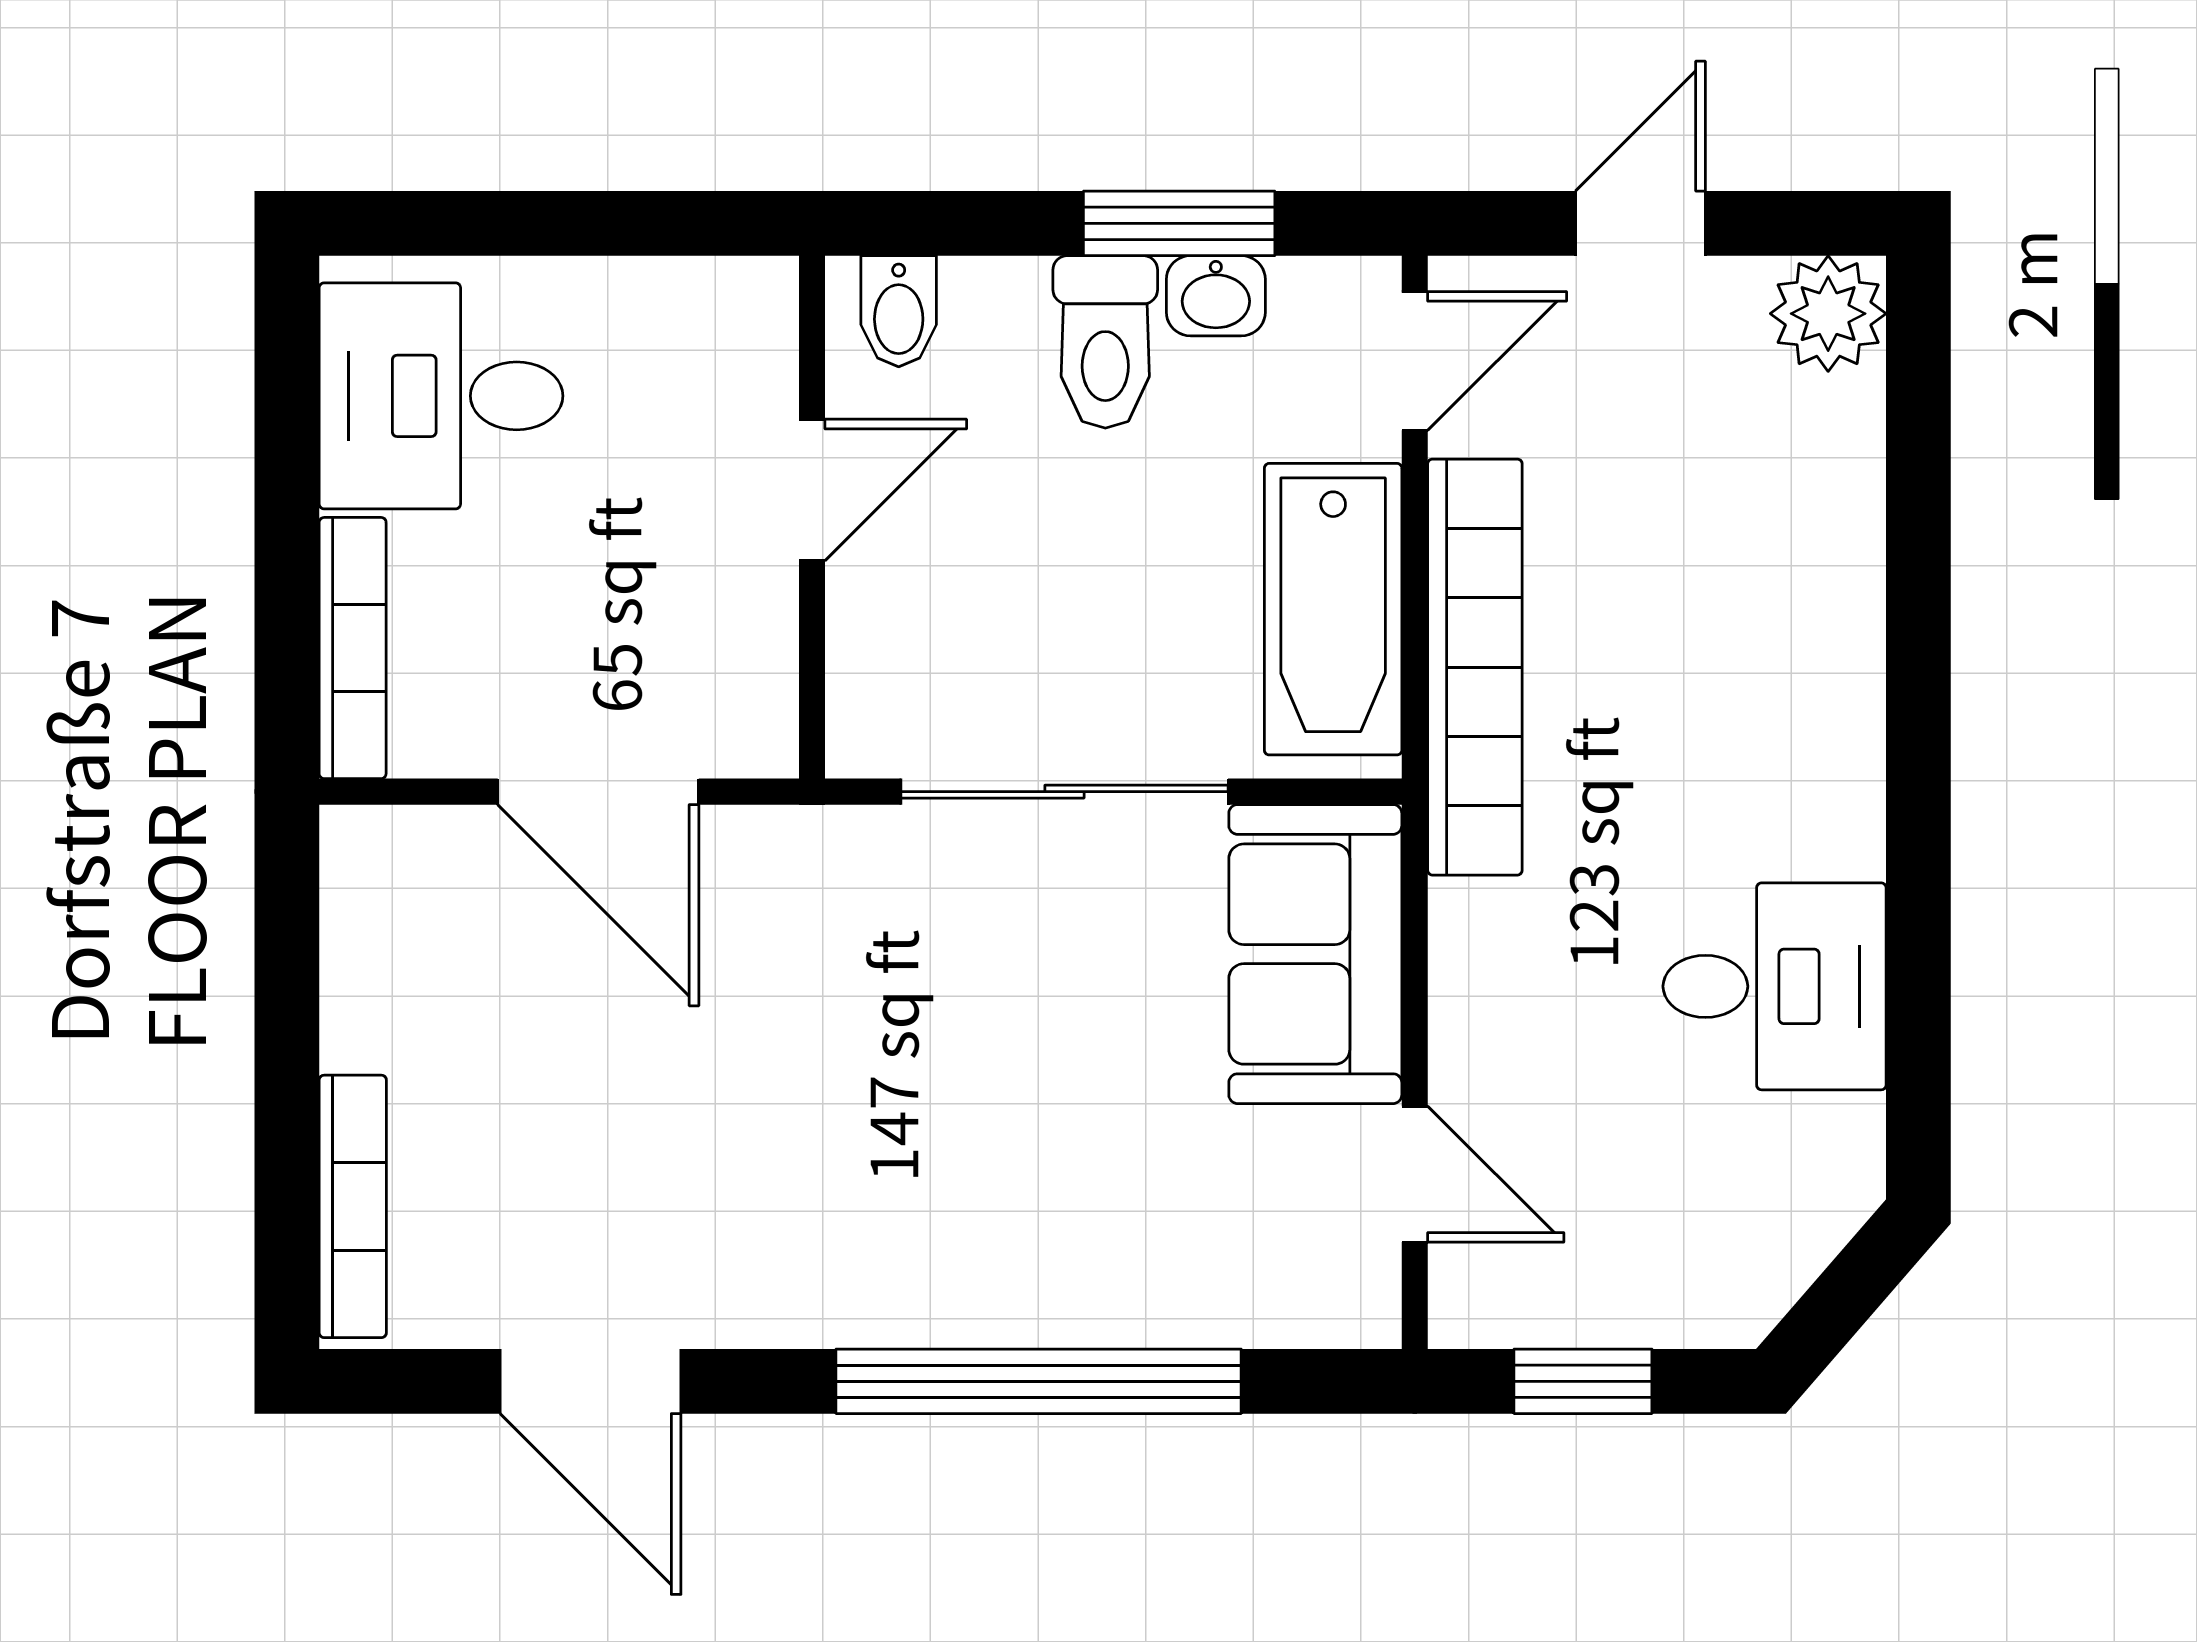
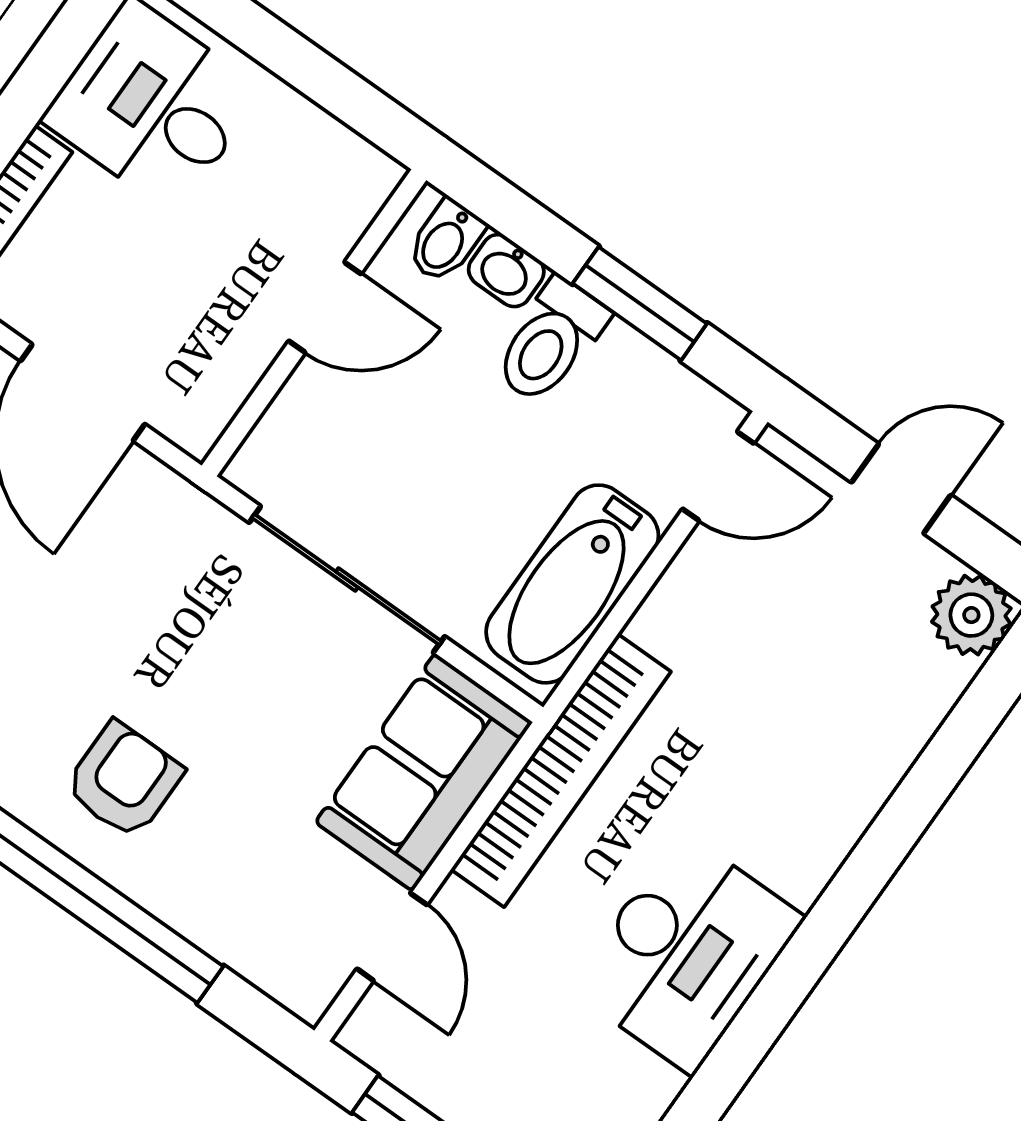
washbasin: (1216, 296) -> (506, 271), moved
bookcase: (1475, 667) -> (561, 771), moved
desk: (1775, 986) -> (687, 953), width x1.37
armchair: (969, 1213) -> (124, 780), added

